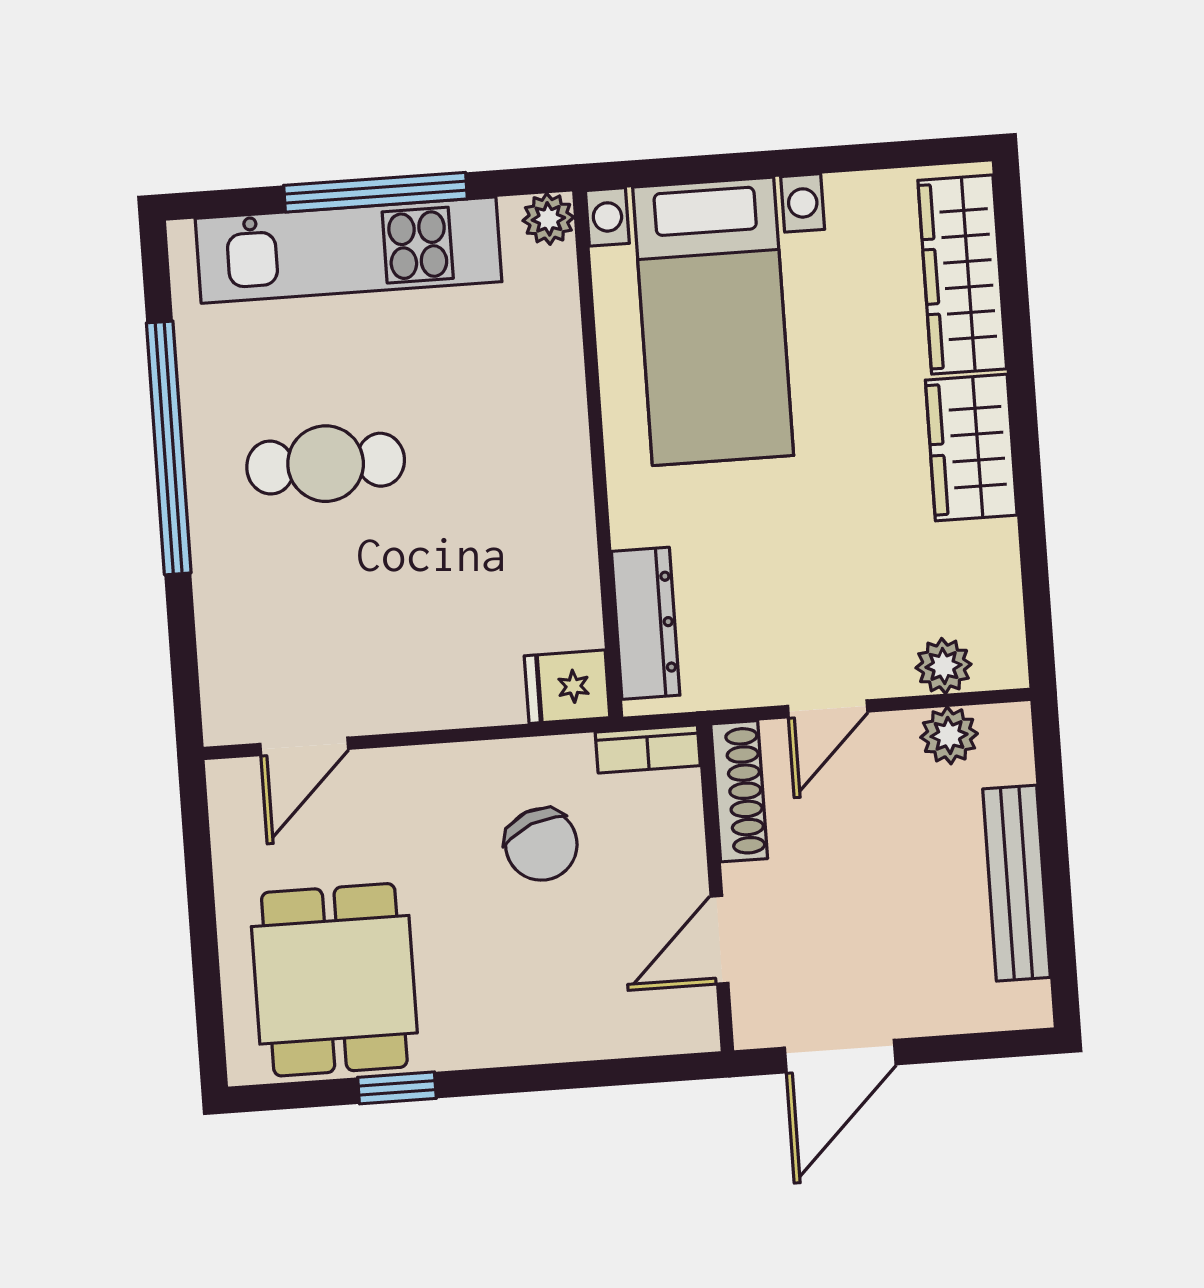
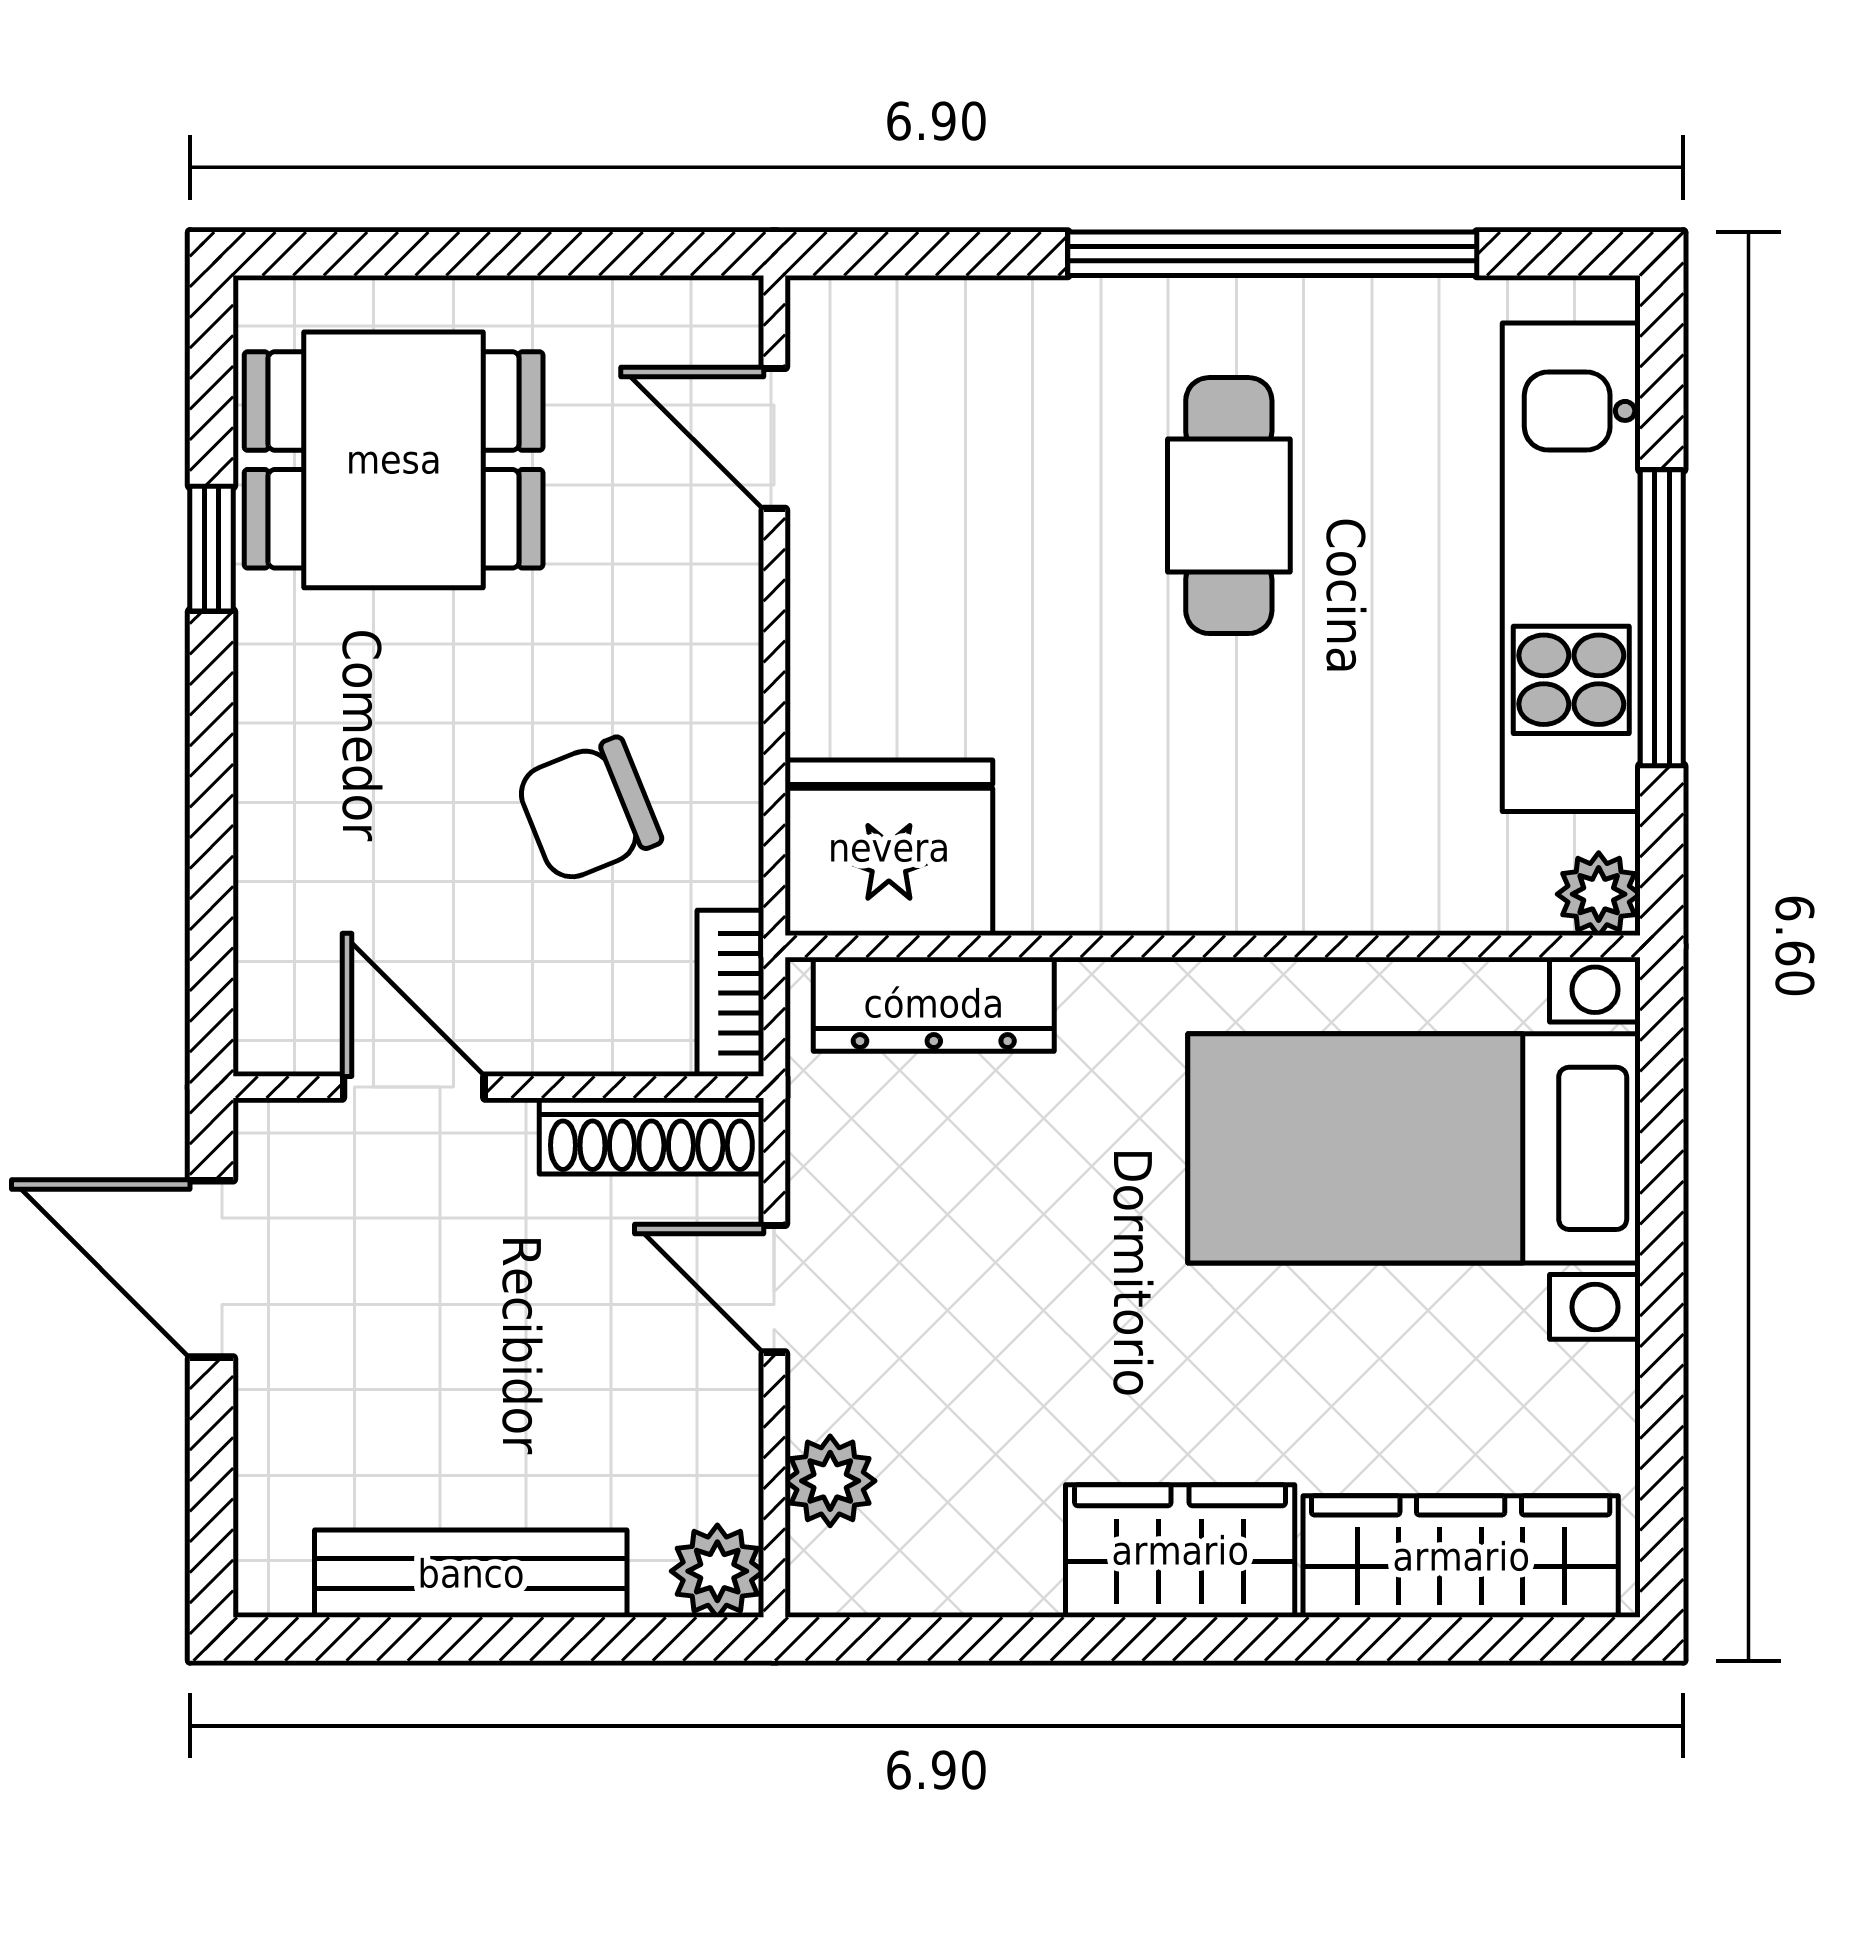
fridge: (567, 687) -> (889, 848), width x1.88, depth x1.34
plant: (949, 735) -> (717, 1571), moved

